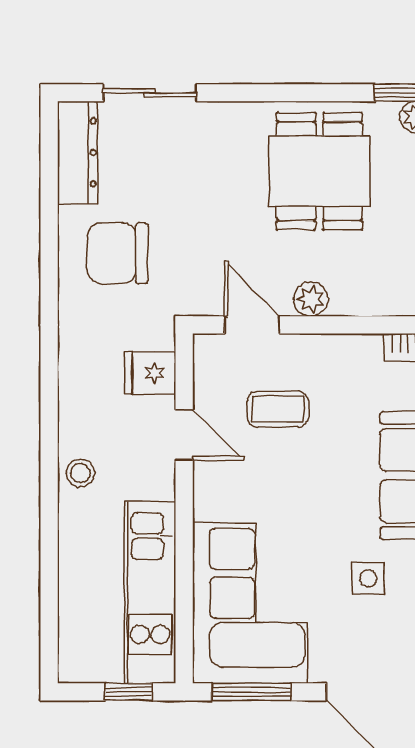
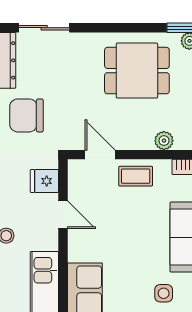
dining table: (319, 171) -> (137, 71), turned 90
plant: (311, 299) -> (164, 141), moved
coffee table: (278, 409) -> (136, 176), moved

